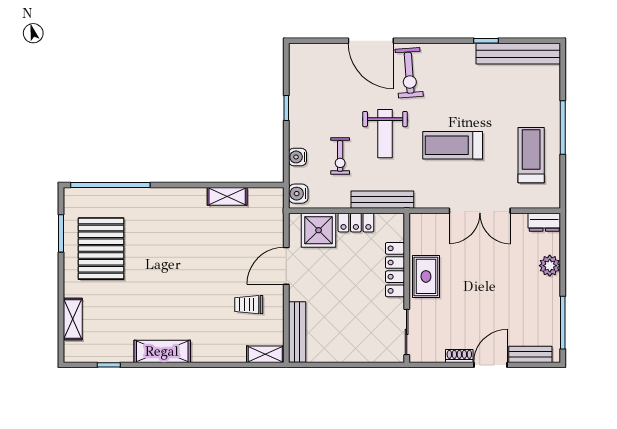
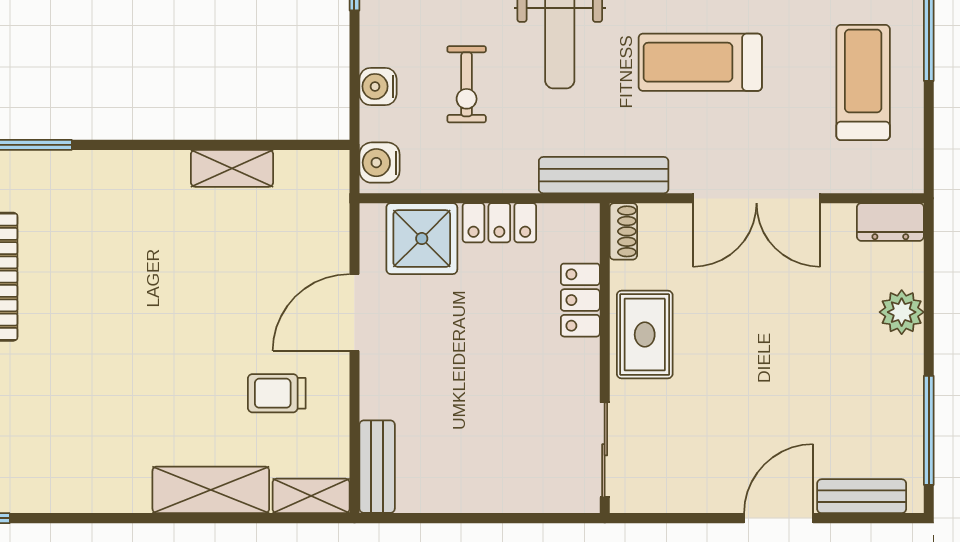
bench: (382, 200) -> (604, 175), moved
locker: (395, 270) -> (580, 300), width x0.66
bench: (297, 332) -> (377, 467), width x0.73
shelving: (162, 351) -> (211, 490), moved
shoe rack: (459, 356) -> (623, 231), moved, turned 90

